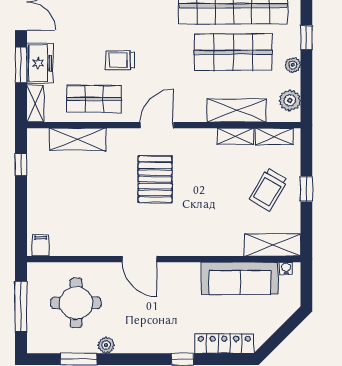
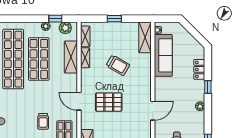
window: (306, 37) -> (55, 19), moved
trolley: (268, 189) -> (118, 65), moved
locker: (224, 344) -> (199, 69), width x0.66
plant: (106, 345) -> (200, 106), moved

